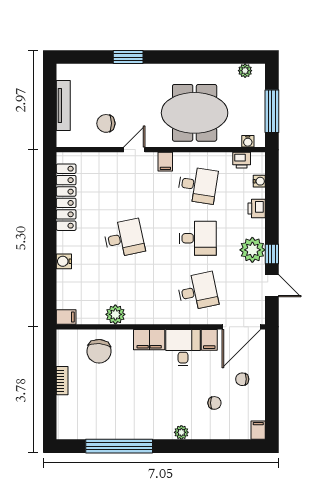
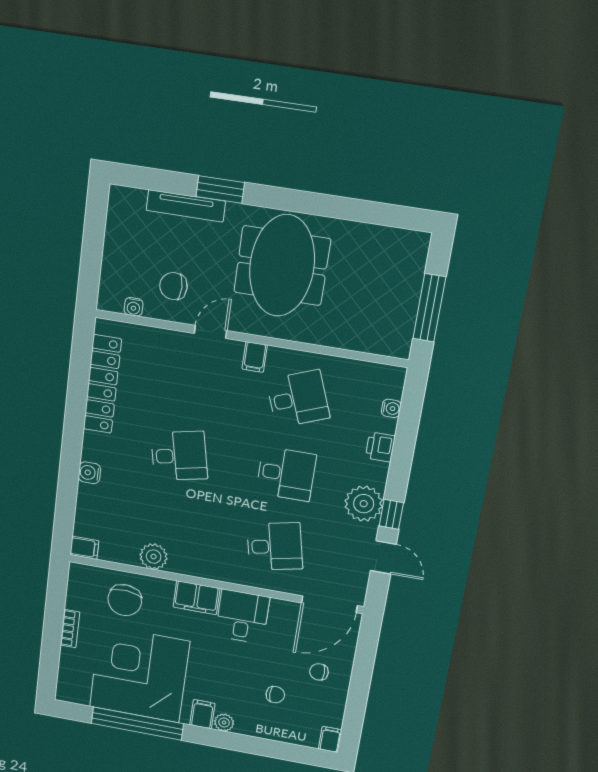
plant: (245, 71) -> (399, 239), removed
tv unit: (63, 105) -> (186, 206), moved, turned 90
meeting table: (195, 113) -> (282, 266), moved, turned 90
water cooler: (248, 141) -> (134, 307), moved
printer: (242, 160) -> (370, 373), removed
desk: (198, 185) -> (298, 399), turned -30
filing cabinet: (209, 340) -> (202, 714), moved, turned 180
corner desk: (116, 406) -> (139, 674), added

